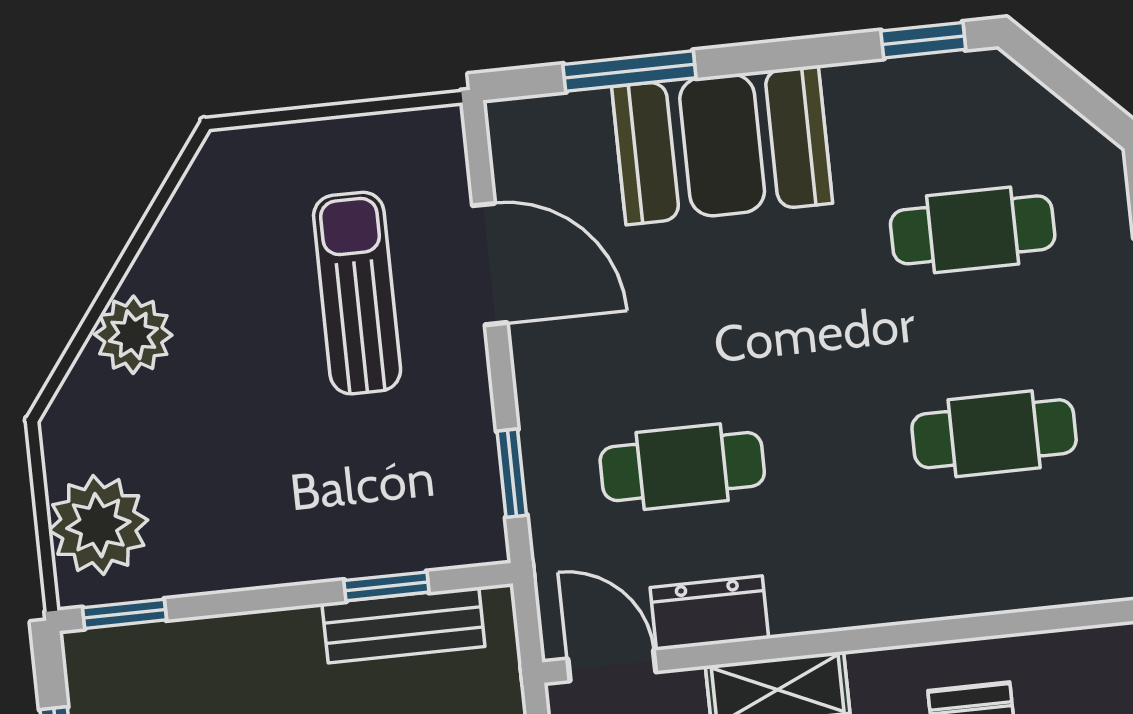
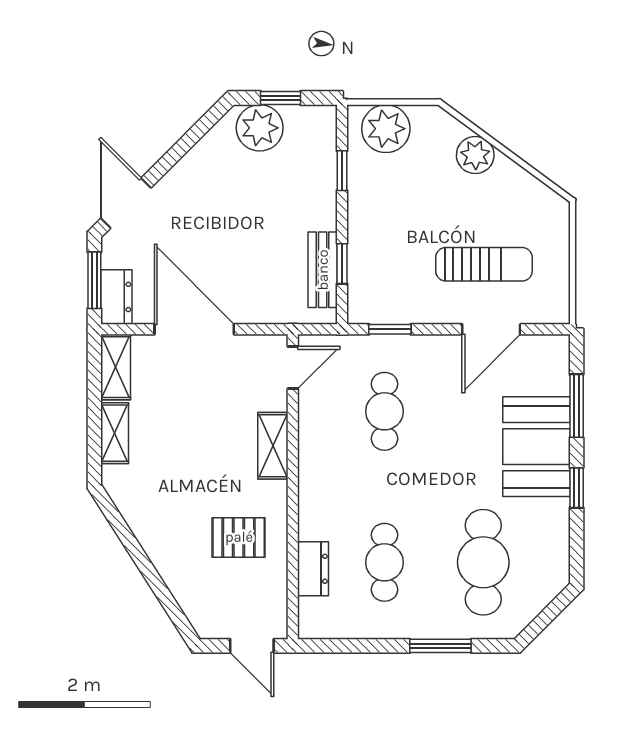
window: (923, 40) -> (577, 488), moved
cafe table: (973, 230) -> (483, 562), width x1.37, depth x1.35
dresser: (709, 613) -> (313, 569), moved
window: (124, 614) -> (342, 171), moved

